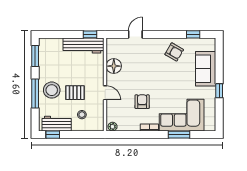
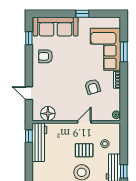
armchair: (174, 52) -> (46, 56), turned -120
floor lamp: (114, 66) -> (48, 114), moved
sofa: (206, 69) -> (56, 27), width x1.36
pallet: (75, 93) -> (84, 150), turned 90
armchair: (142, 102) -> (93, 87), turned -107

